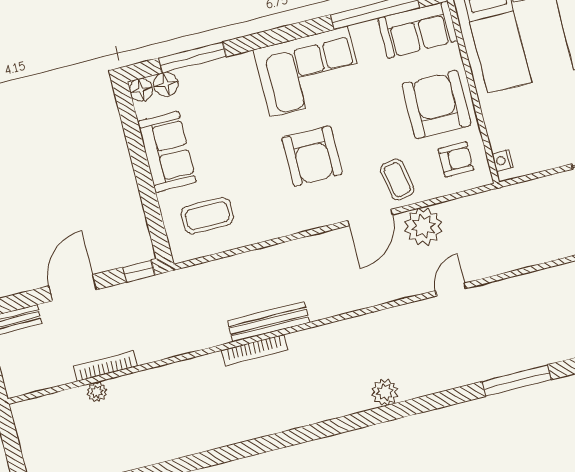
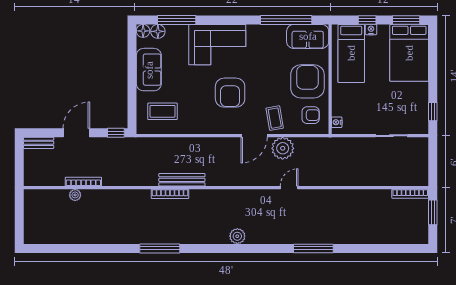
corner sofa: (309, 72) -> (217, 45), moved
window: (261, 445) -> (160, 248), added

